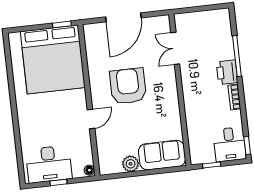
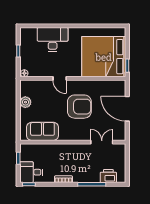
printer: (227, 72) -> (108, 176), moved
sofa: (162, 155) -> (42, 131), moved, turned -90
desk: (49, 164) -> (53, 39), moved, turned 90

